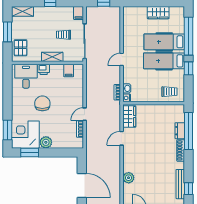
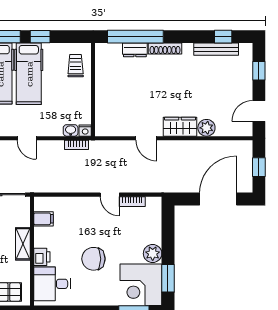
wardrobe: (129, 117) -> (180, 127), moved

